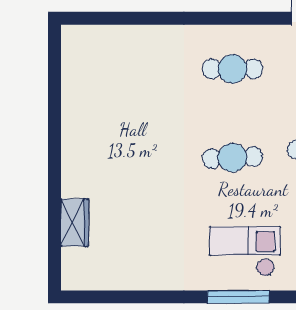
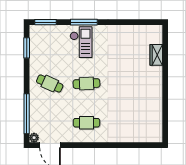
checkout: (245, 251) -> (81, 42), turned -90

